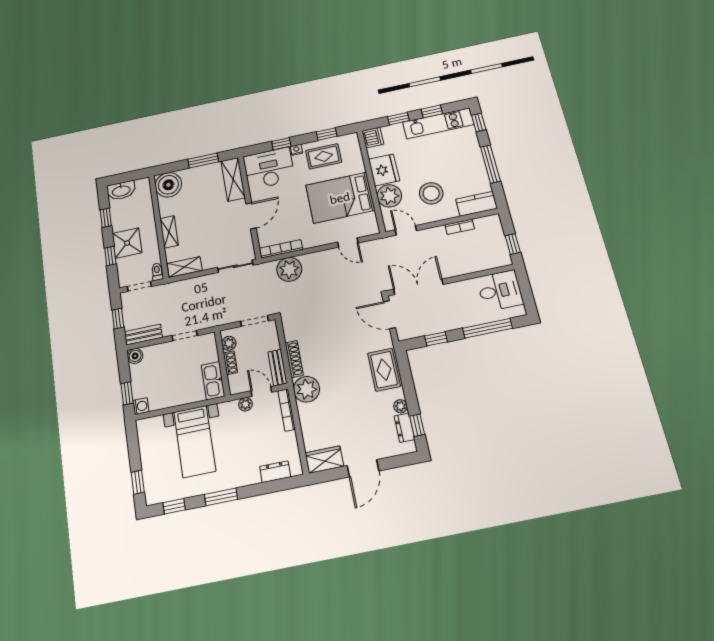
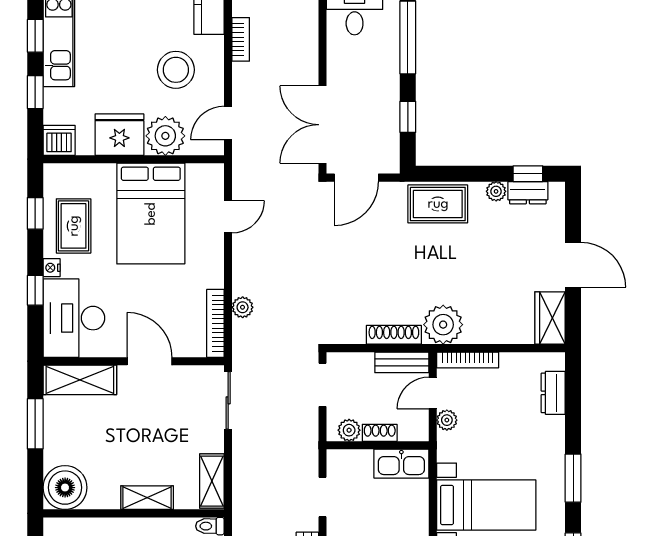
plant: (289, 269) -> (243, 307), width x0.53, depth x0.53

